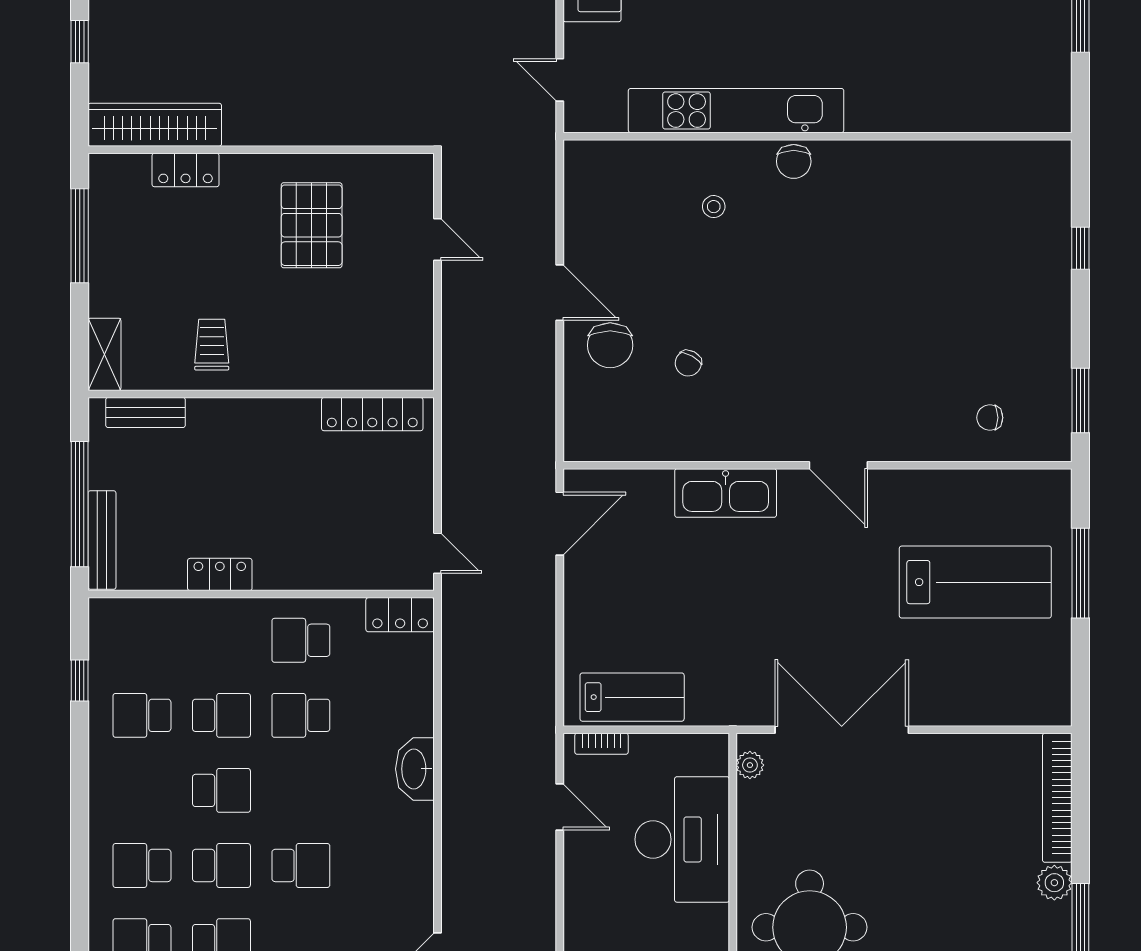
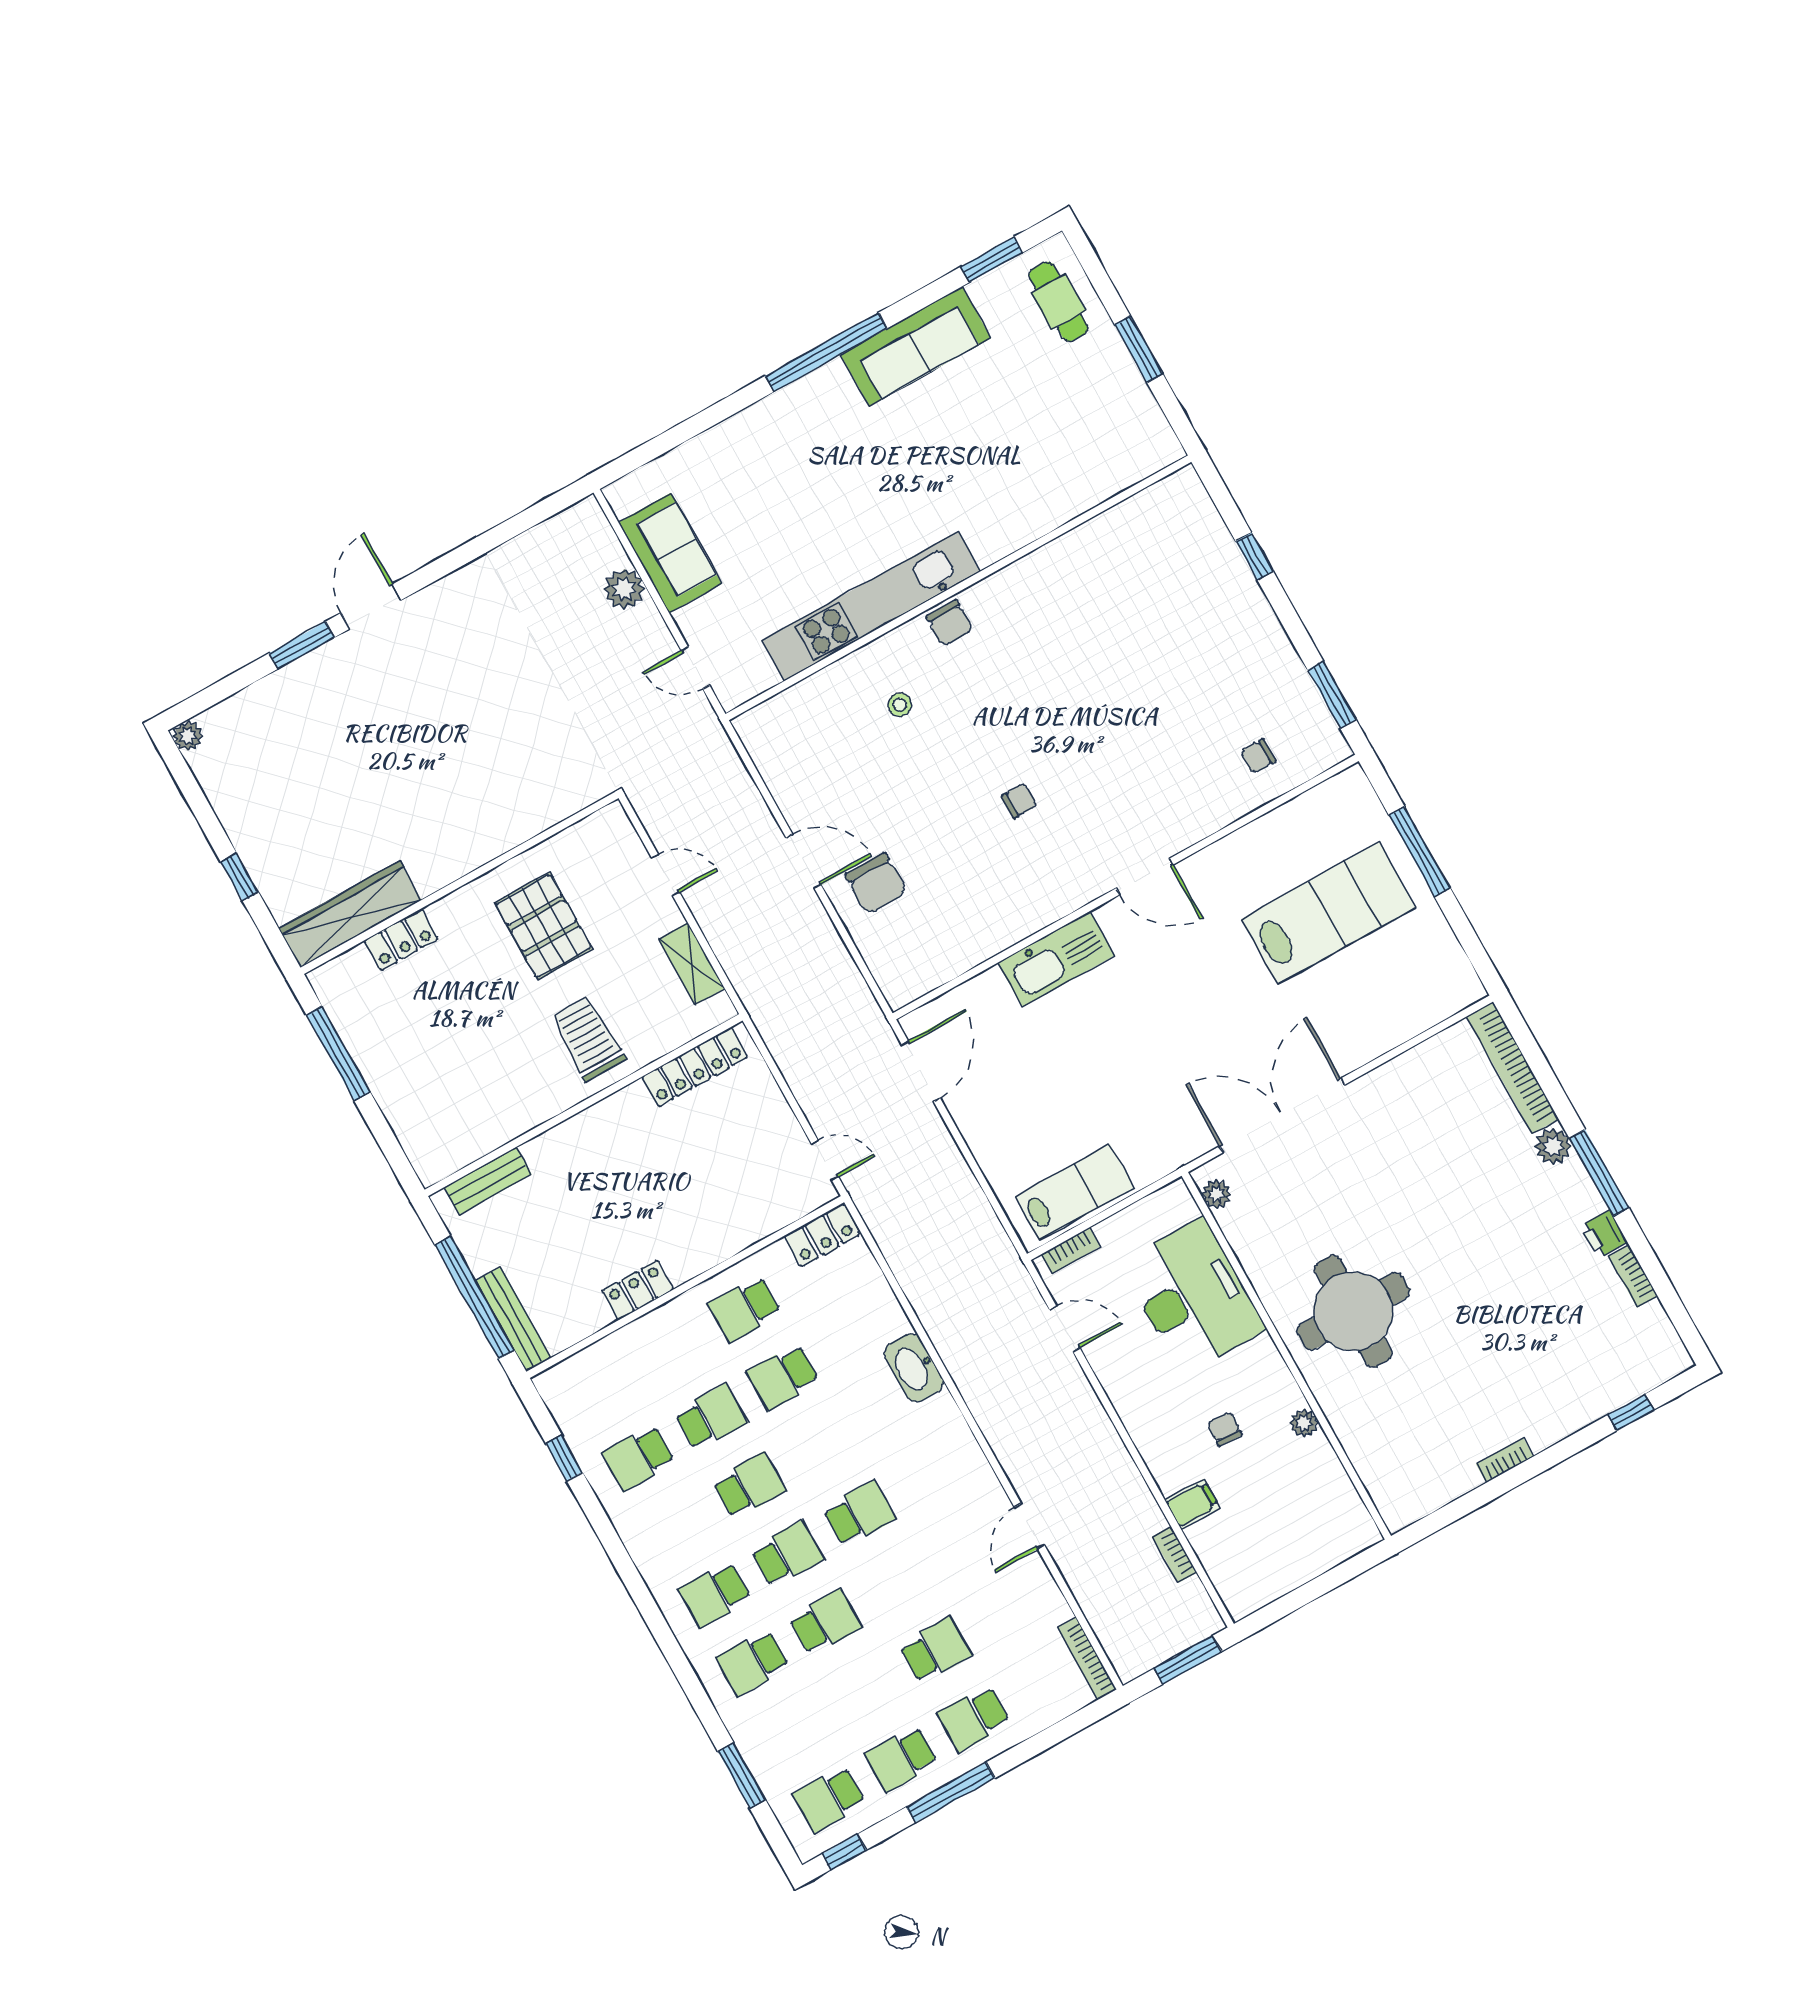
trolley: (212, 345) -> (588, 1038), moved, width x1.36, depth x1.39
shelving: (104, 354) -> (692, 964), moved
chair: (688, 363) -> (1019, 801), moved, turned -119

